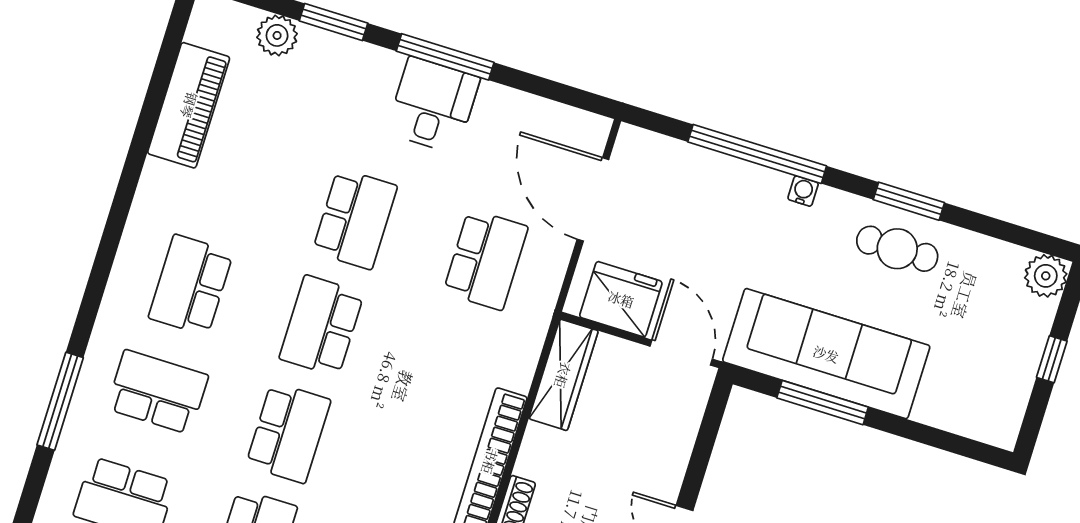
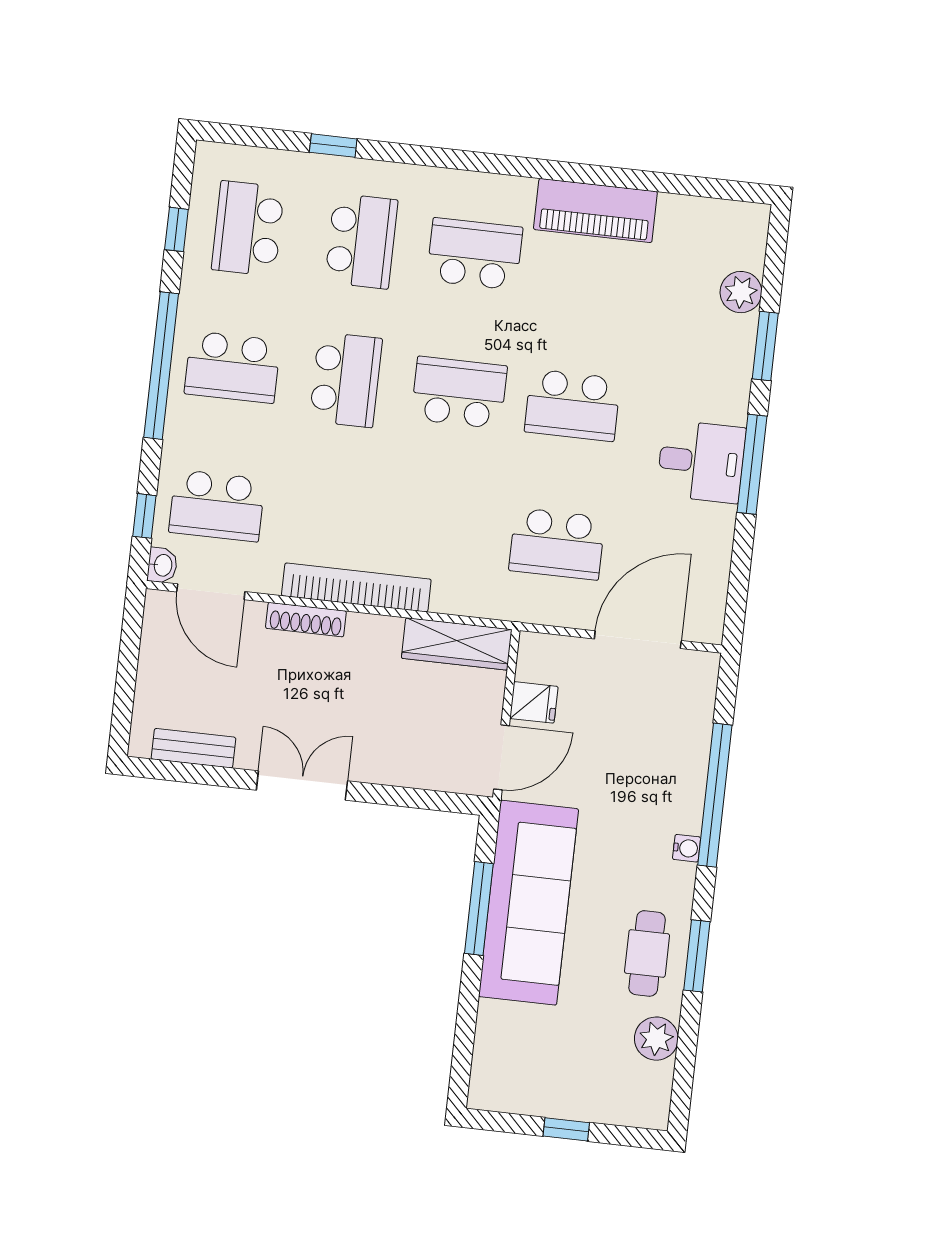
piano: (189, 105) -> (595, 210), moved
plant: (1046, 276) -> (656, 1039), moved
fridge: (621, 299) -> (534, 702), width x0.53, depth x0.75
window: (60, 401) -> (333, 146), width x0.46
school desk: (288, 433) -> (346, 380), turned -90

